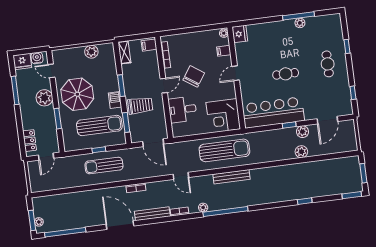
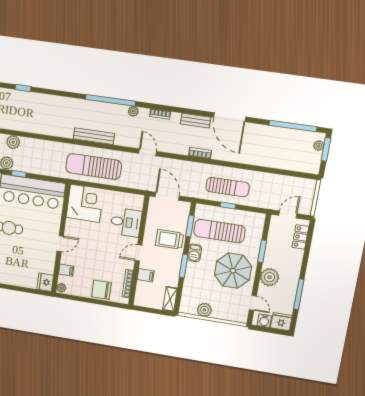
filing cabinet: (149, 45) -> (146, 275), moved
chair: (194, 76) -> (101, 290), moved, turned 56
bench: (152, 214) -> (196, 121), width x0.73

